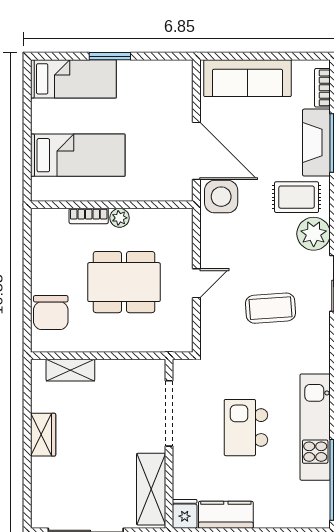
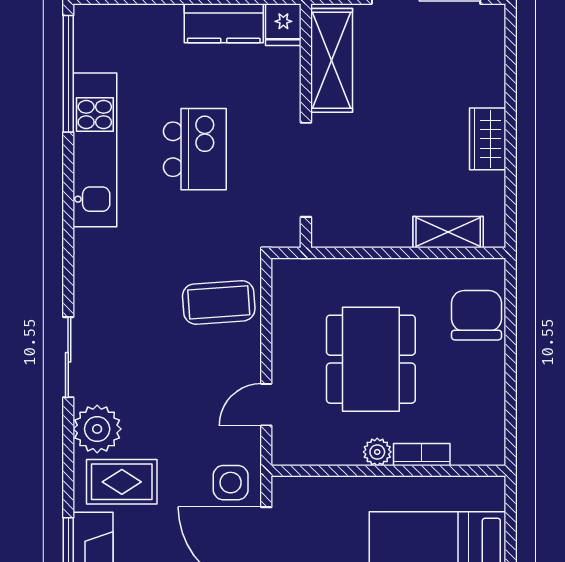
side table: (221, 197) -> (231, 483), width x0.73, depth x0.73
dining table: (124, 282) -> (371, 359), turned 90
door: (196, 283) -> (266, 405), moved
coffee table: (271, 308) -> (219, 302), moved

